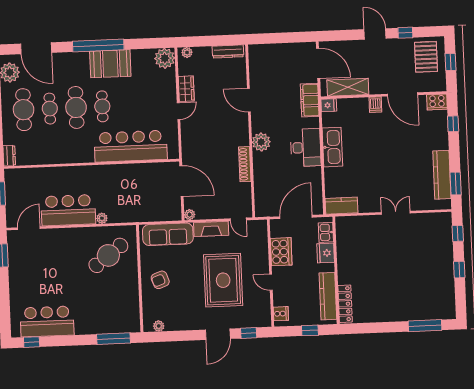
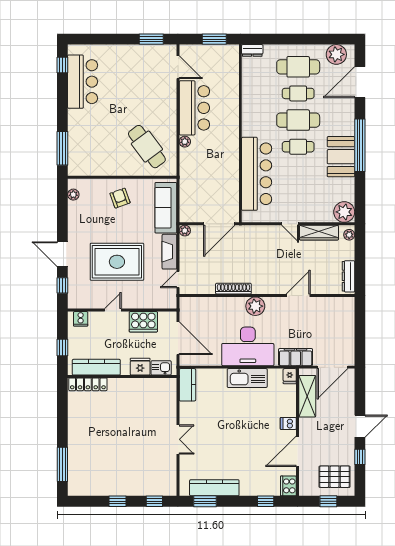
wardrobe: (186, 89) -> (319, 233), width x1.50
desk: (306, 148) -> (248, 346), width x1.36, depth x1.30

